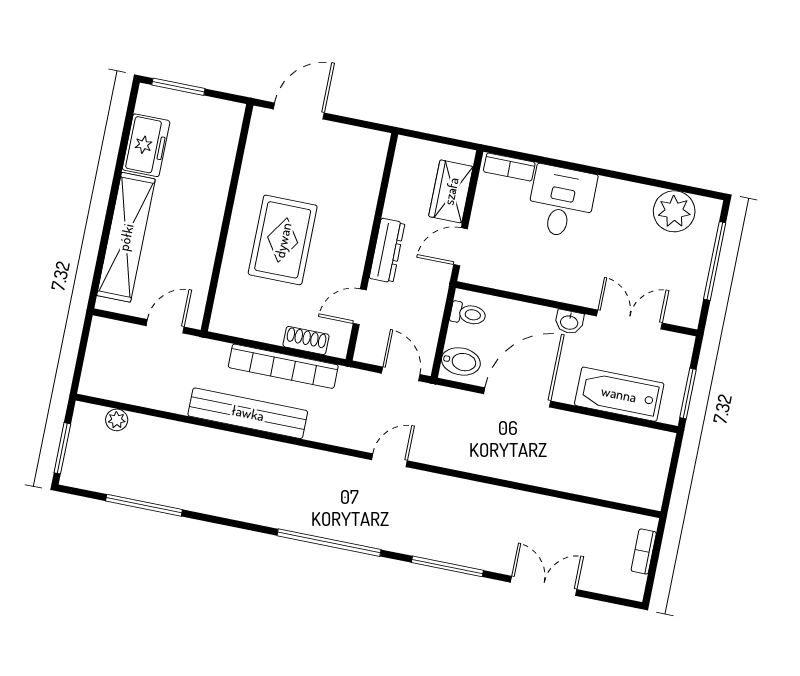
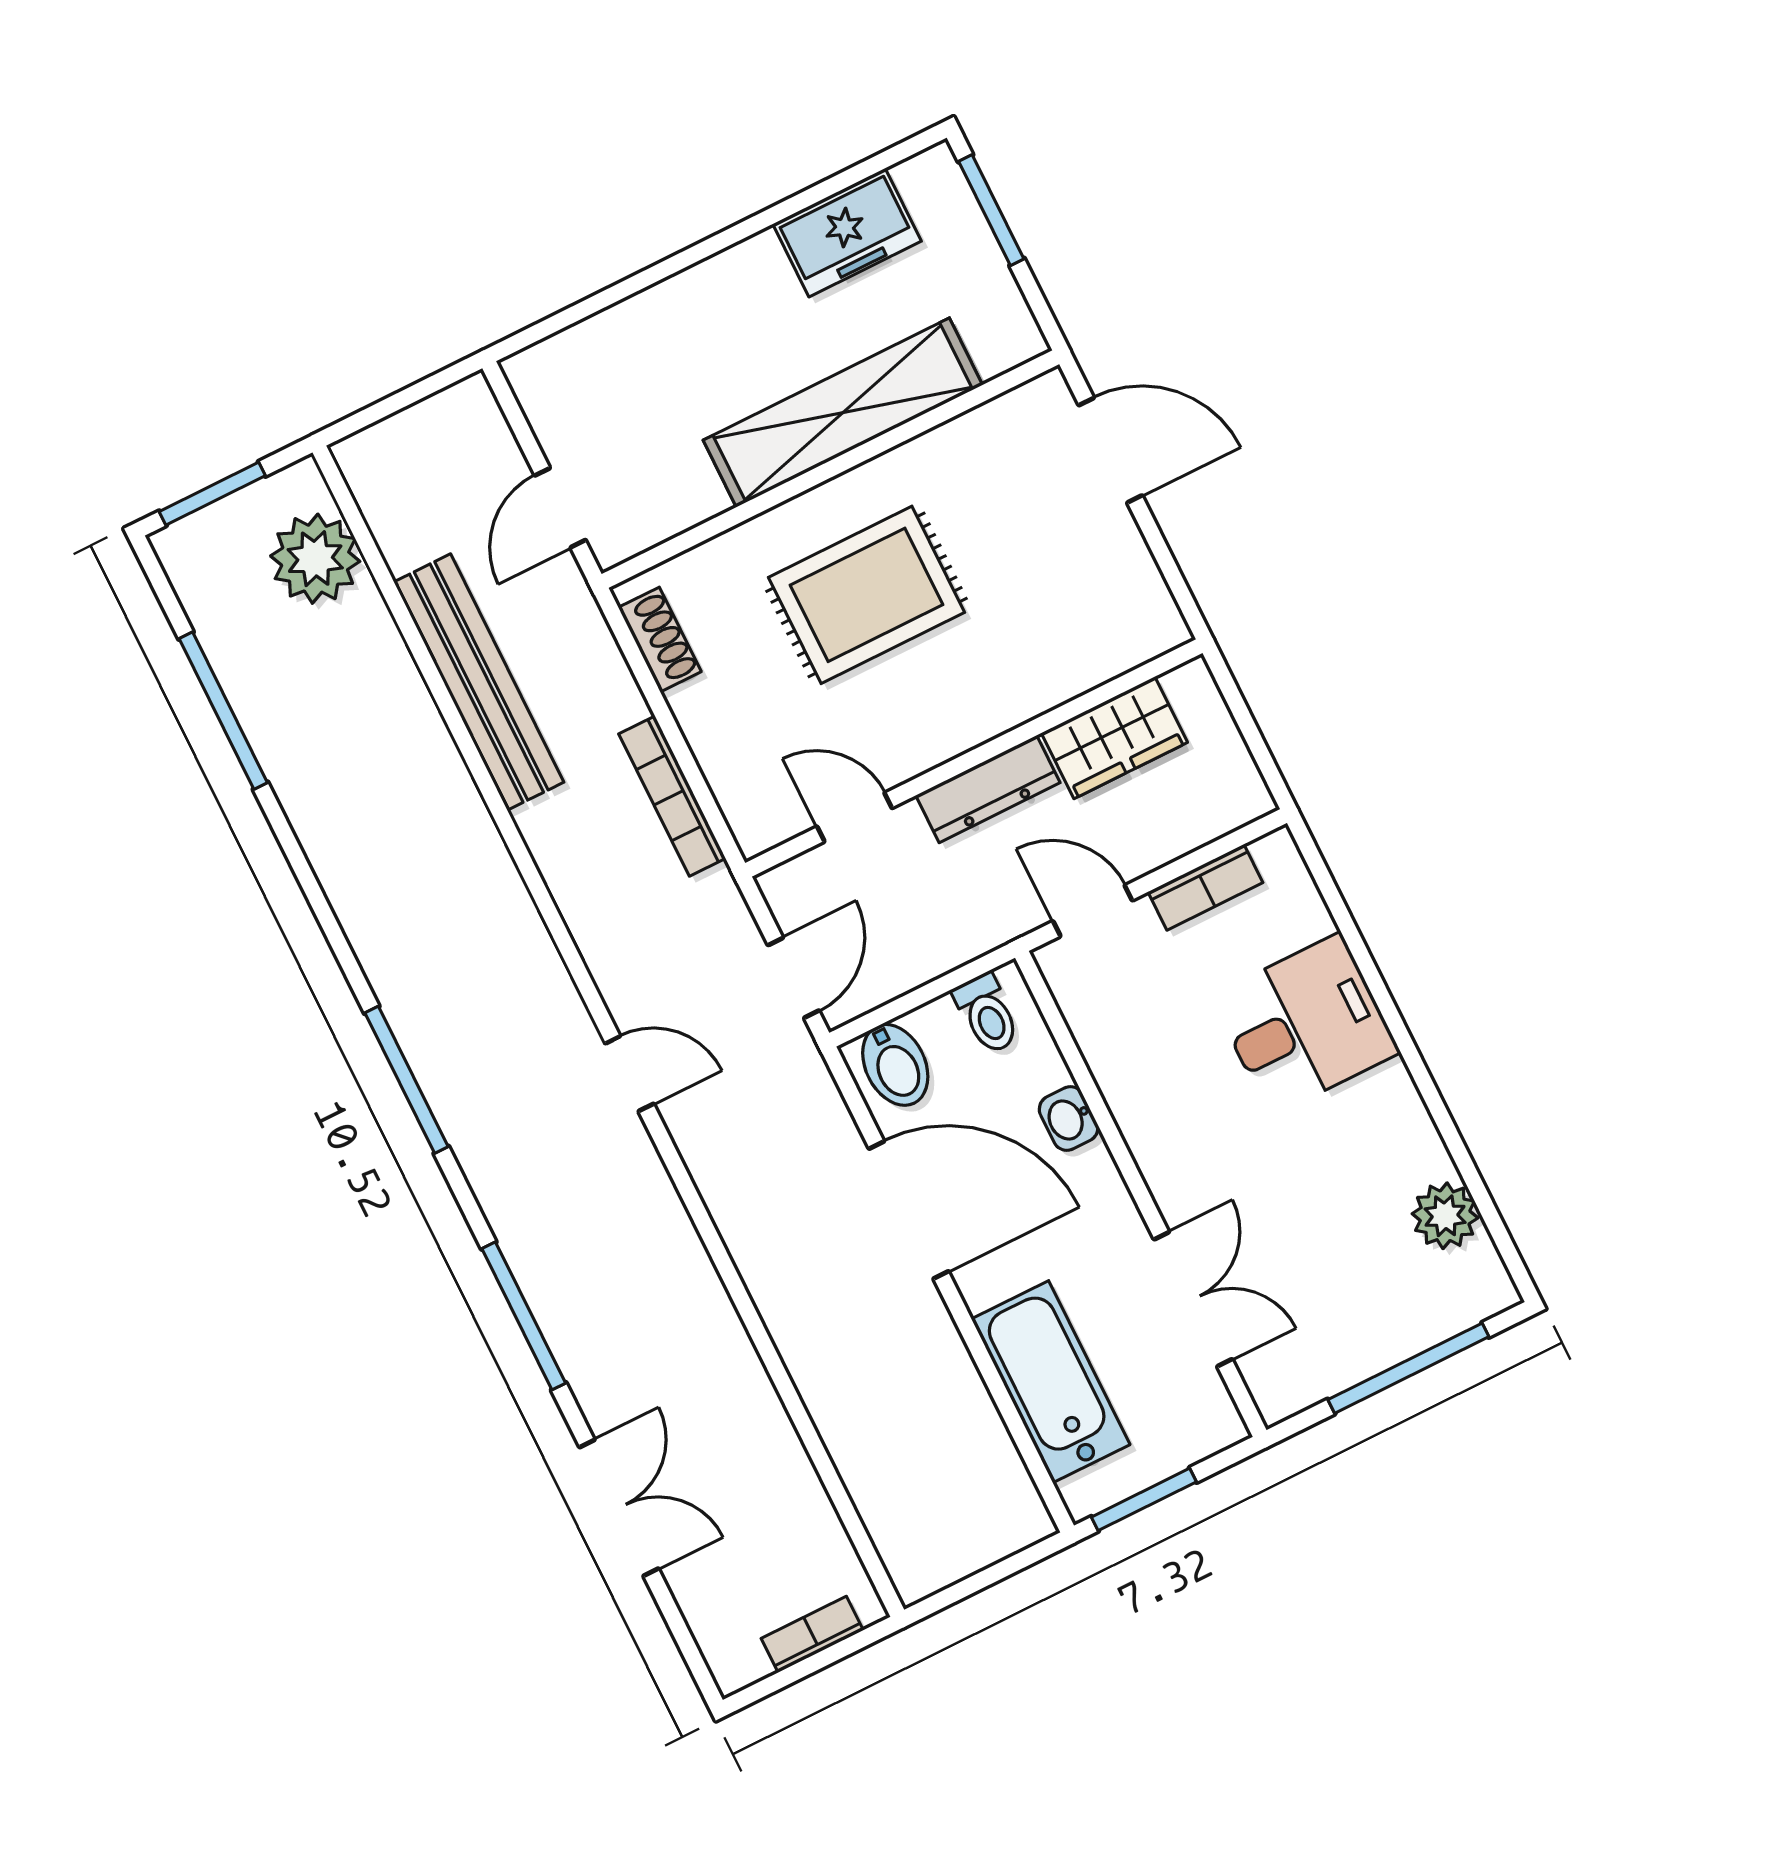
bookcase: (509, 167) -> (1205, 887), moved, turned -90
wardrobe: (451, 191) -> (1114, 738), moved, turned 180
plant: (674, 211) -> (1445, 1216), width x0.73, depth x0.73
shelving: (126, 237) -> (843, 413), moved
washbasin: (569, 322) -> (1069, 1119), moved
door: (165, 326) -> (560, 508), swing flipped
shoe rack: (306, 340) -> (660, 640), moved
bookcase: (283, 366) -> (672, 796), width x0.68, depth x0.76
bench: (248, 413) -> (479, 682), moved
plant: (117, 420) -> (315, 559), width x1.88, depth x1.88
window: (329, 543) -> (406, 1080), width x0.68

